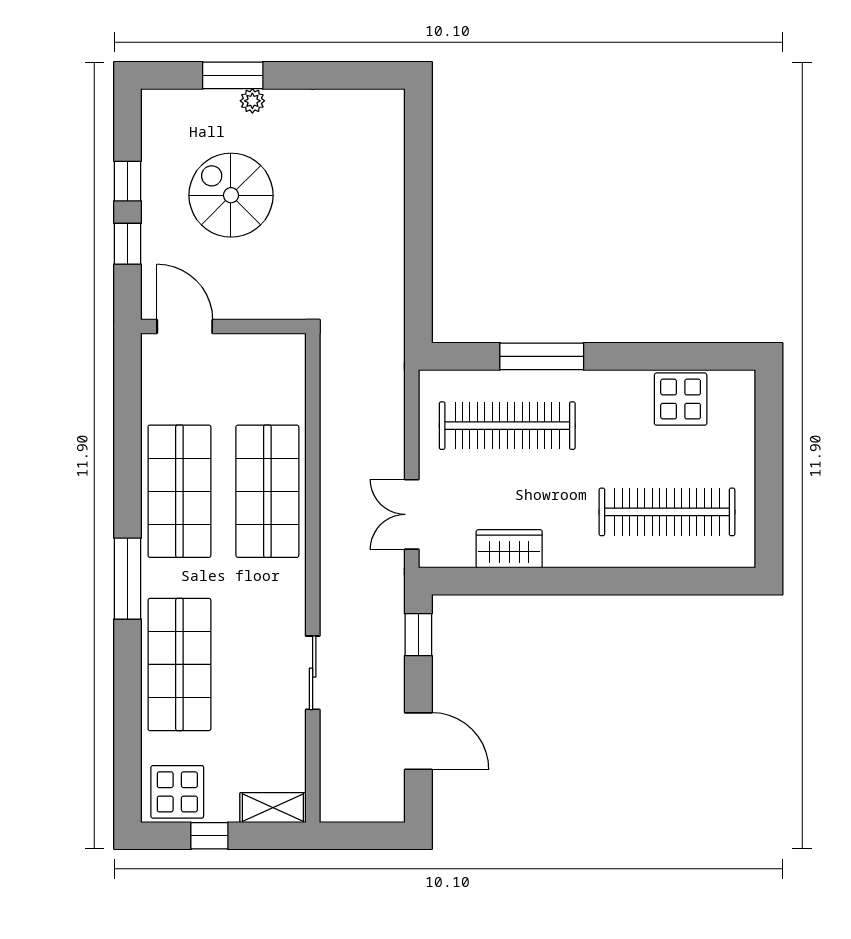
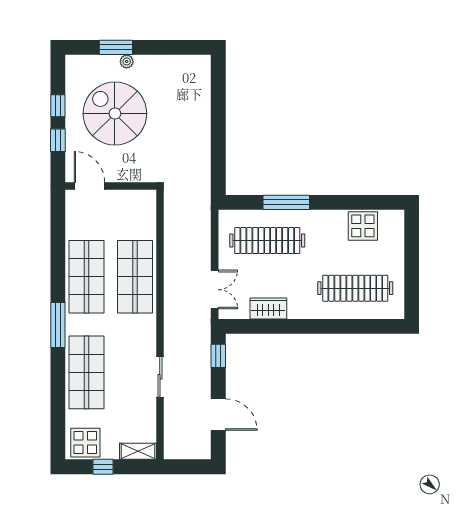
spiral stairs: (231, 195) -> (115, 114), width x1.37, depth x1.37
double door: (412, 514) -> (215, 290), swing flipped

